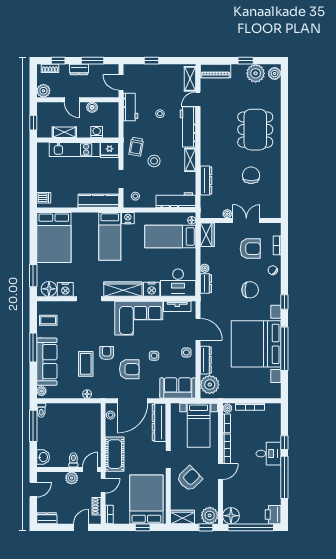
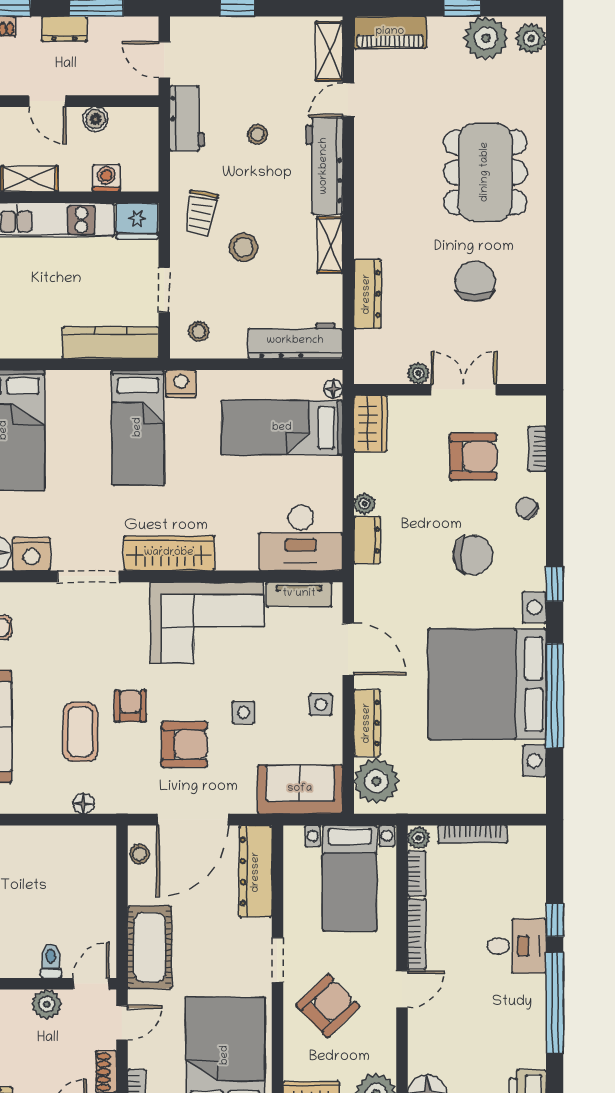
nightstand: (152, 289) -> (238, 554), removed

